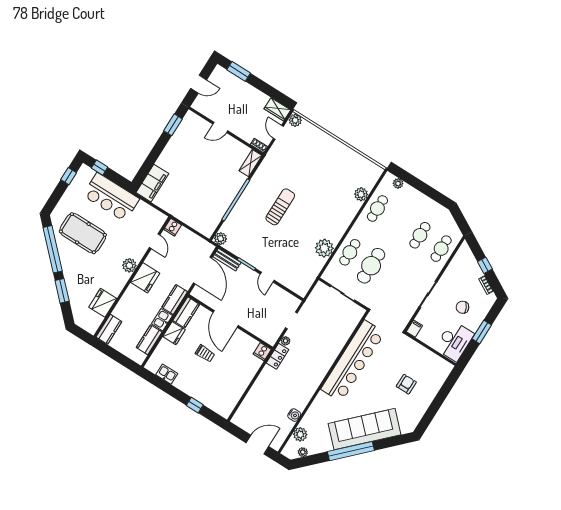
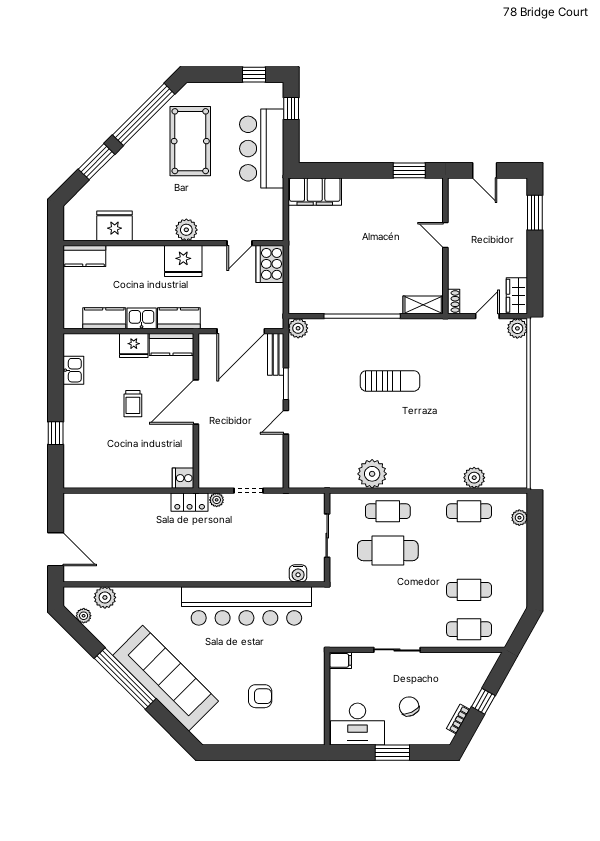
cooker: (173, 227) -> (270, 264), width x1.87, depth x1.31
water cooler: (294, 415) -> (298, 573), moved

